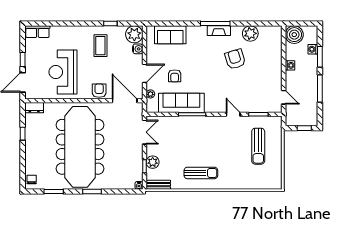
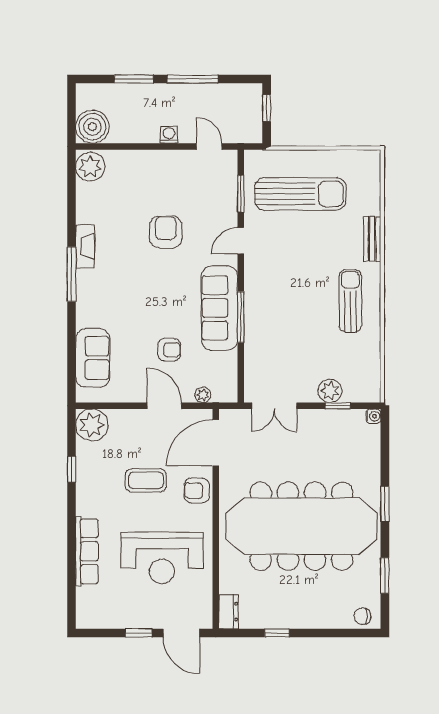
fireplace: (219, 31) -> (85, 246), moved
row of seats: (37, 32) -> (87, 551), moved, width x1.48
plant: (250, 33) -> (90, 167), moved
coffee table: (100, 46) -> (146, 480), moved
water cooler: (138, 49) -> (119, 418), removed
washing machine: (313, 49) -> (120, 92), removed
armchair: (235, 59) -> (166, 232), moved, turned 107
washing machine: (290, 65) -> (169, 135), moved
door: (284, 97) -> (209, 146), hinge flipped
sofa: (181, 103) -> (220, 308), moved
double door: (145, 132) -> (274, 406), swing flipped
sun lounger: (258, 146) -> (300, 194), width x1.36, depth x1.34
bench: (158, 185) -> (372, 239), moved

